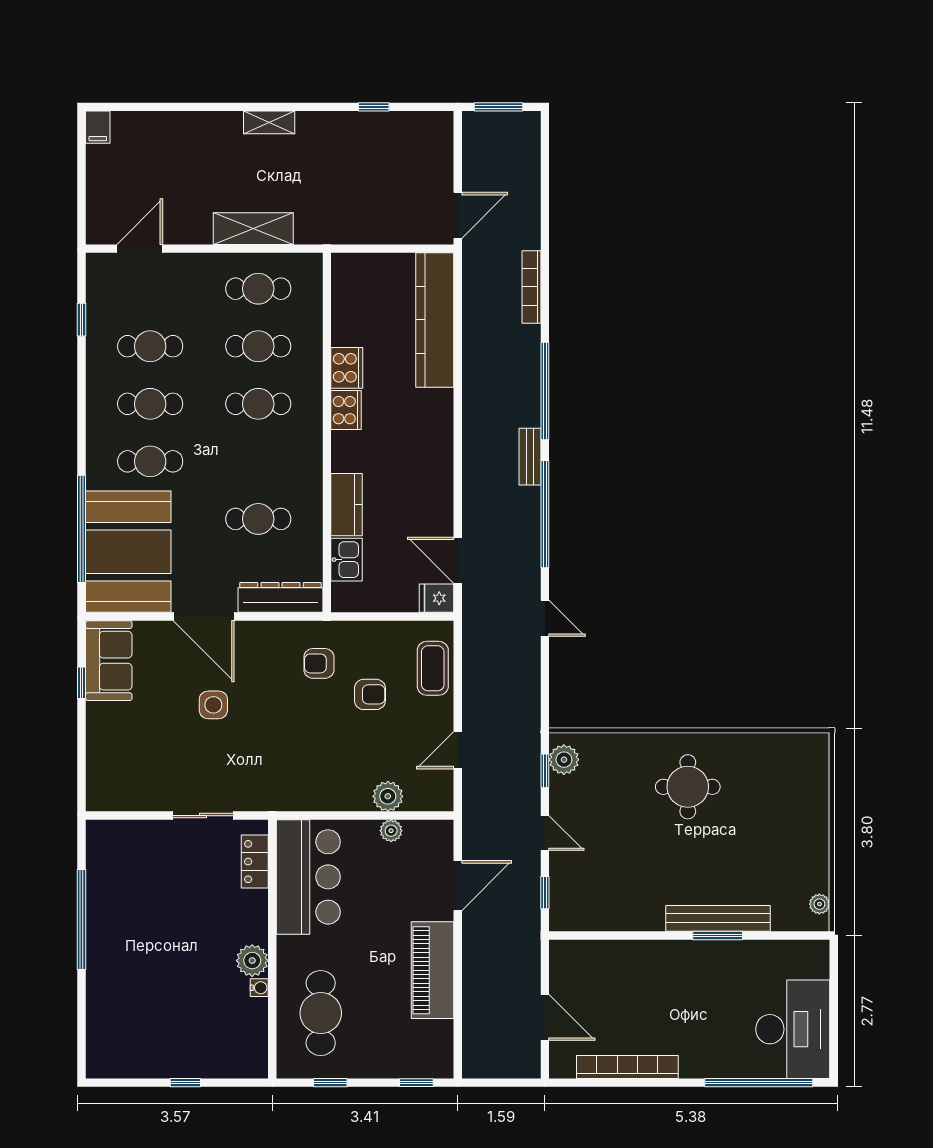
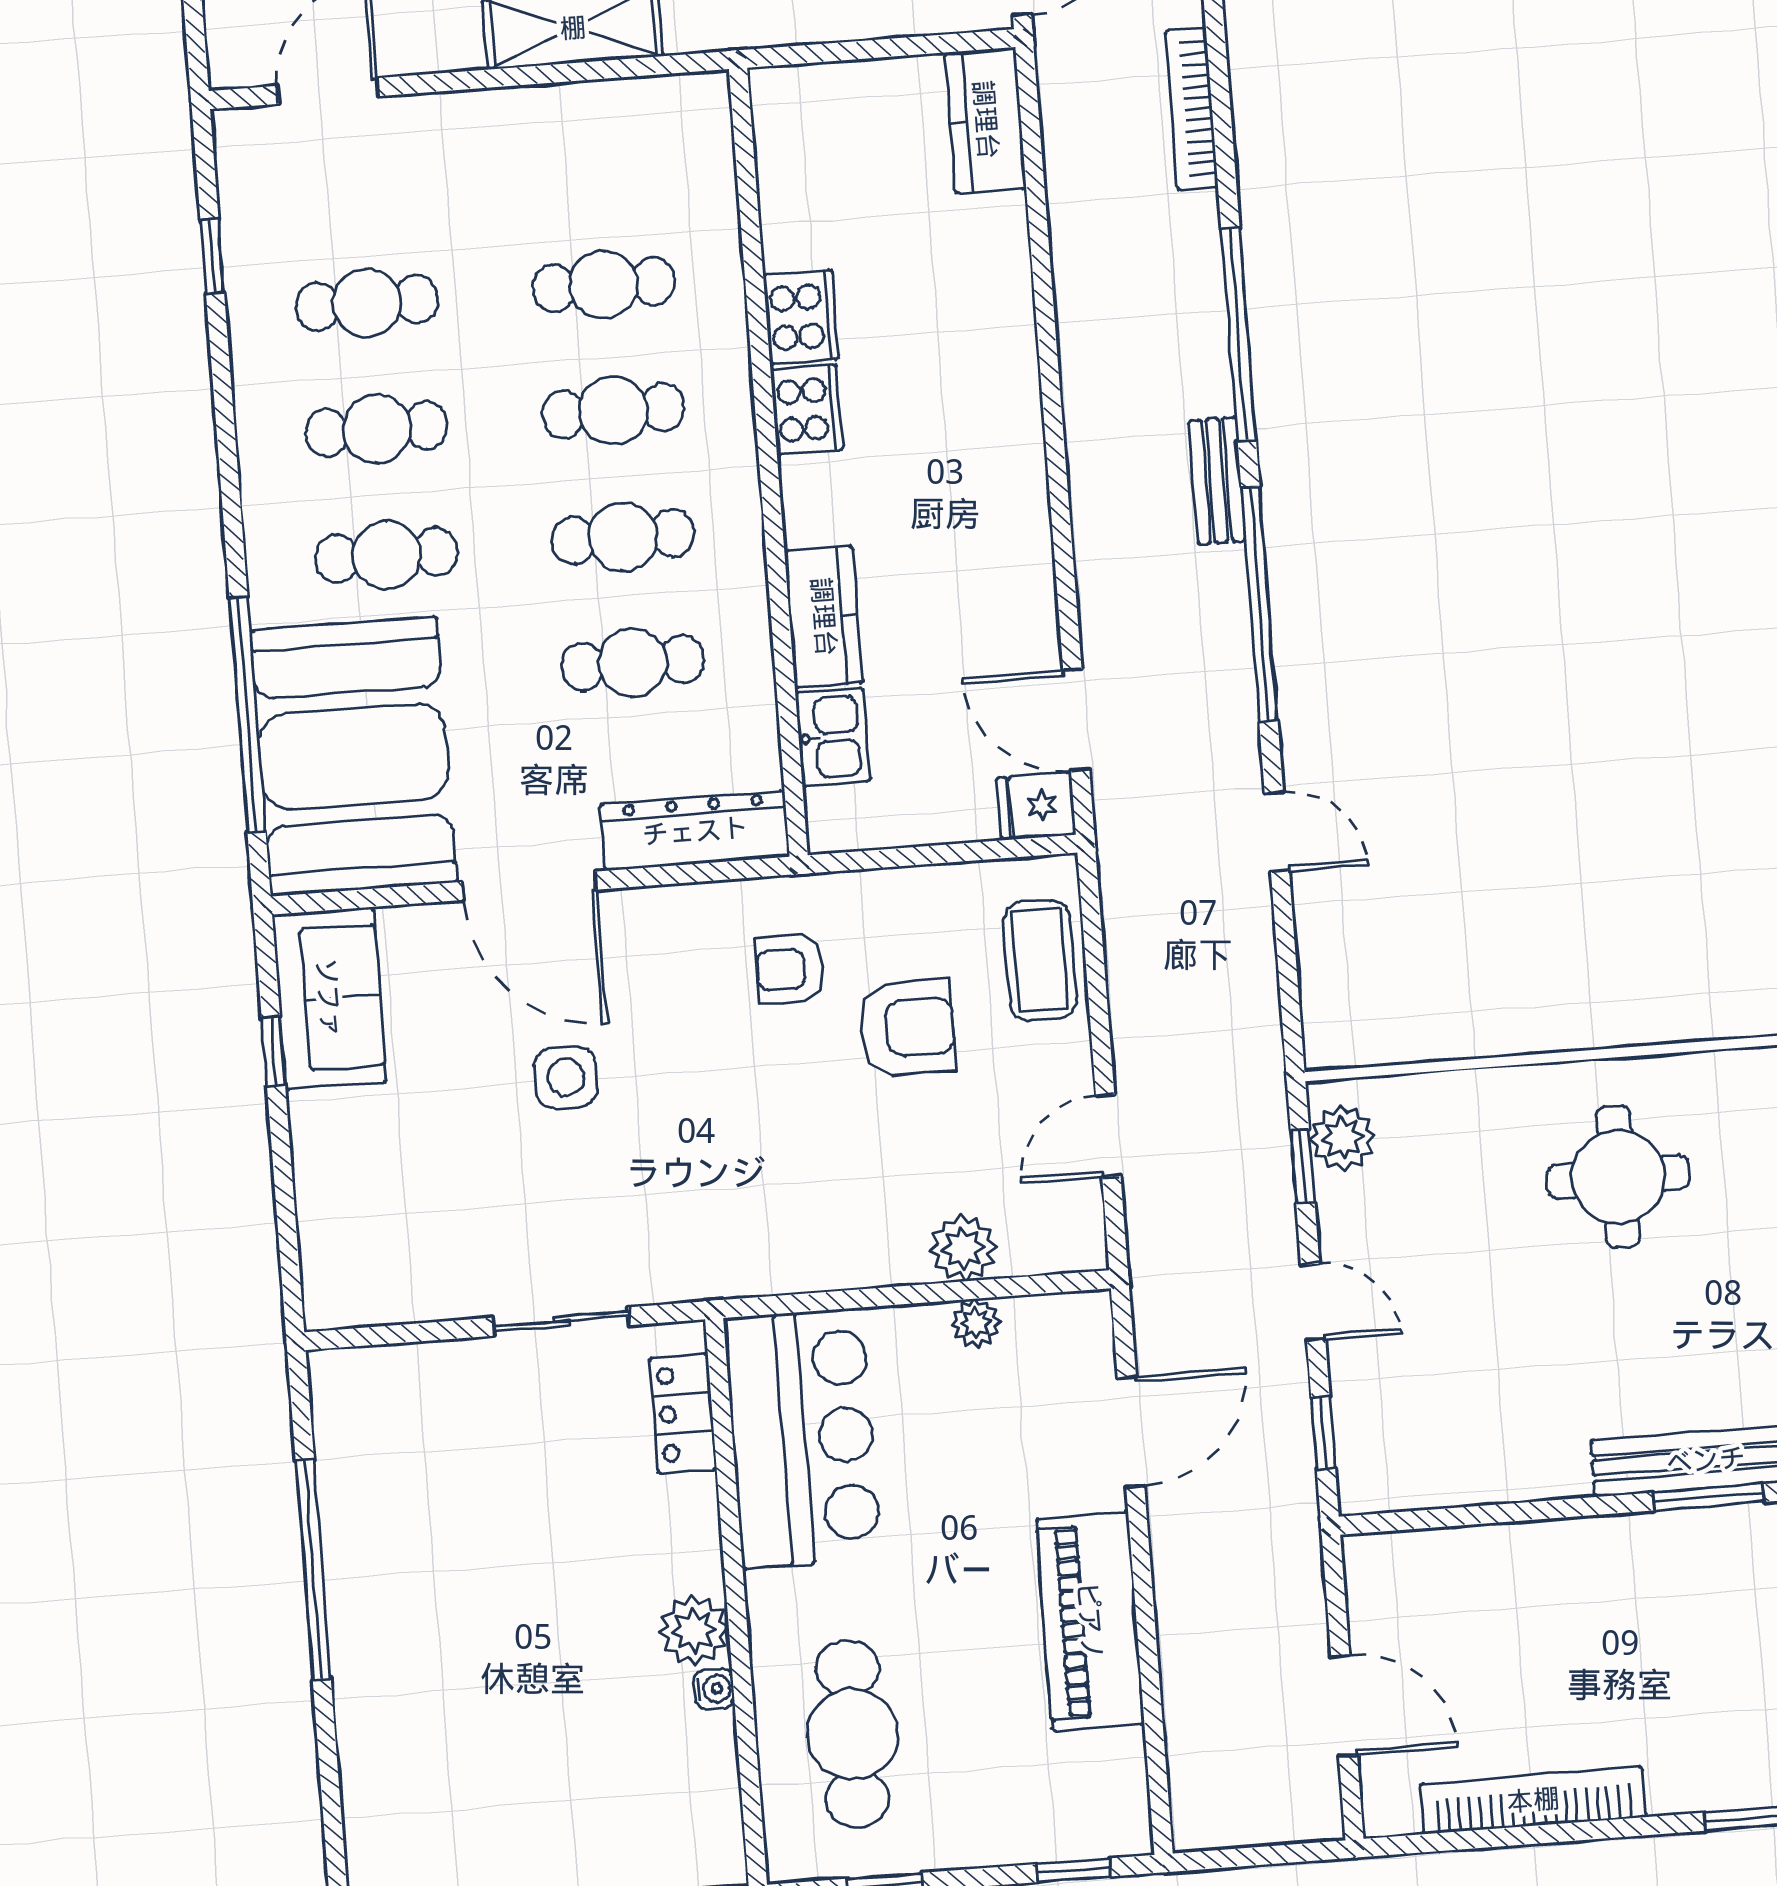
cafe table: (258, 289) -> (623, 537), moved
kitchen counter: (435, 320) -> (986, 120), width x0.48, depth x0.86
armchair: (370, 694) -> (907, 1028), width x1.38, depth x1.38

